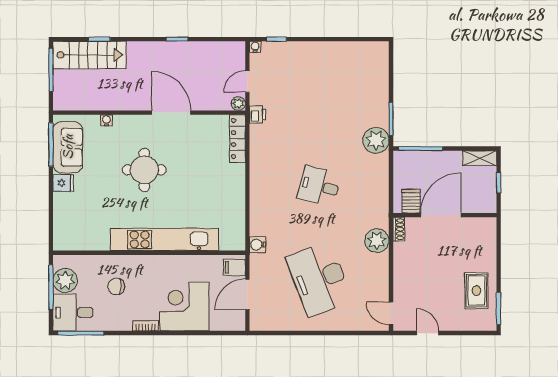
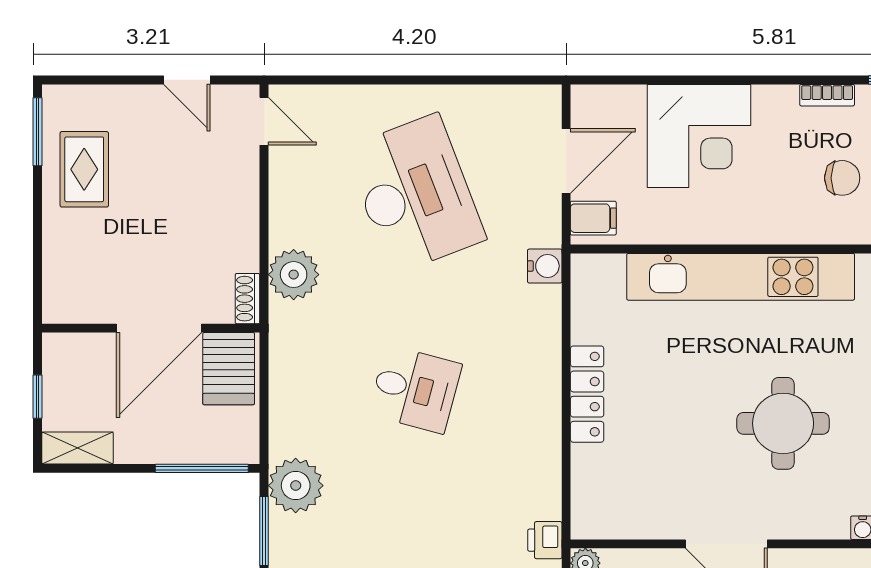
locker: (237, 139) -> (587, 394), moved
server rack: (411, 201) -> (229, 369), width x1.36, depth x1.44
bookcase: (146, 326) -> (827, 95), moved

